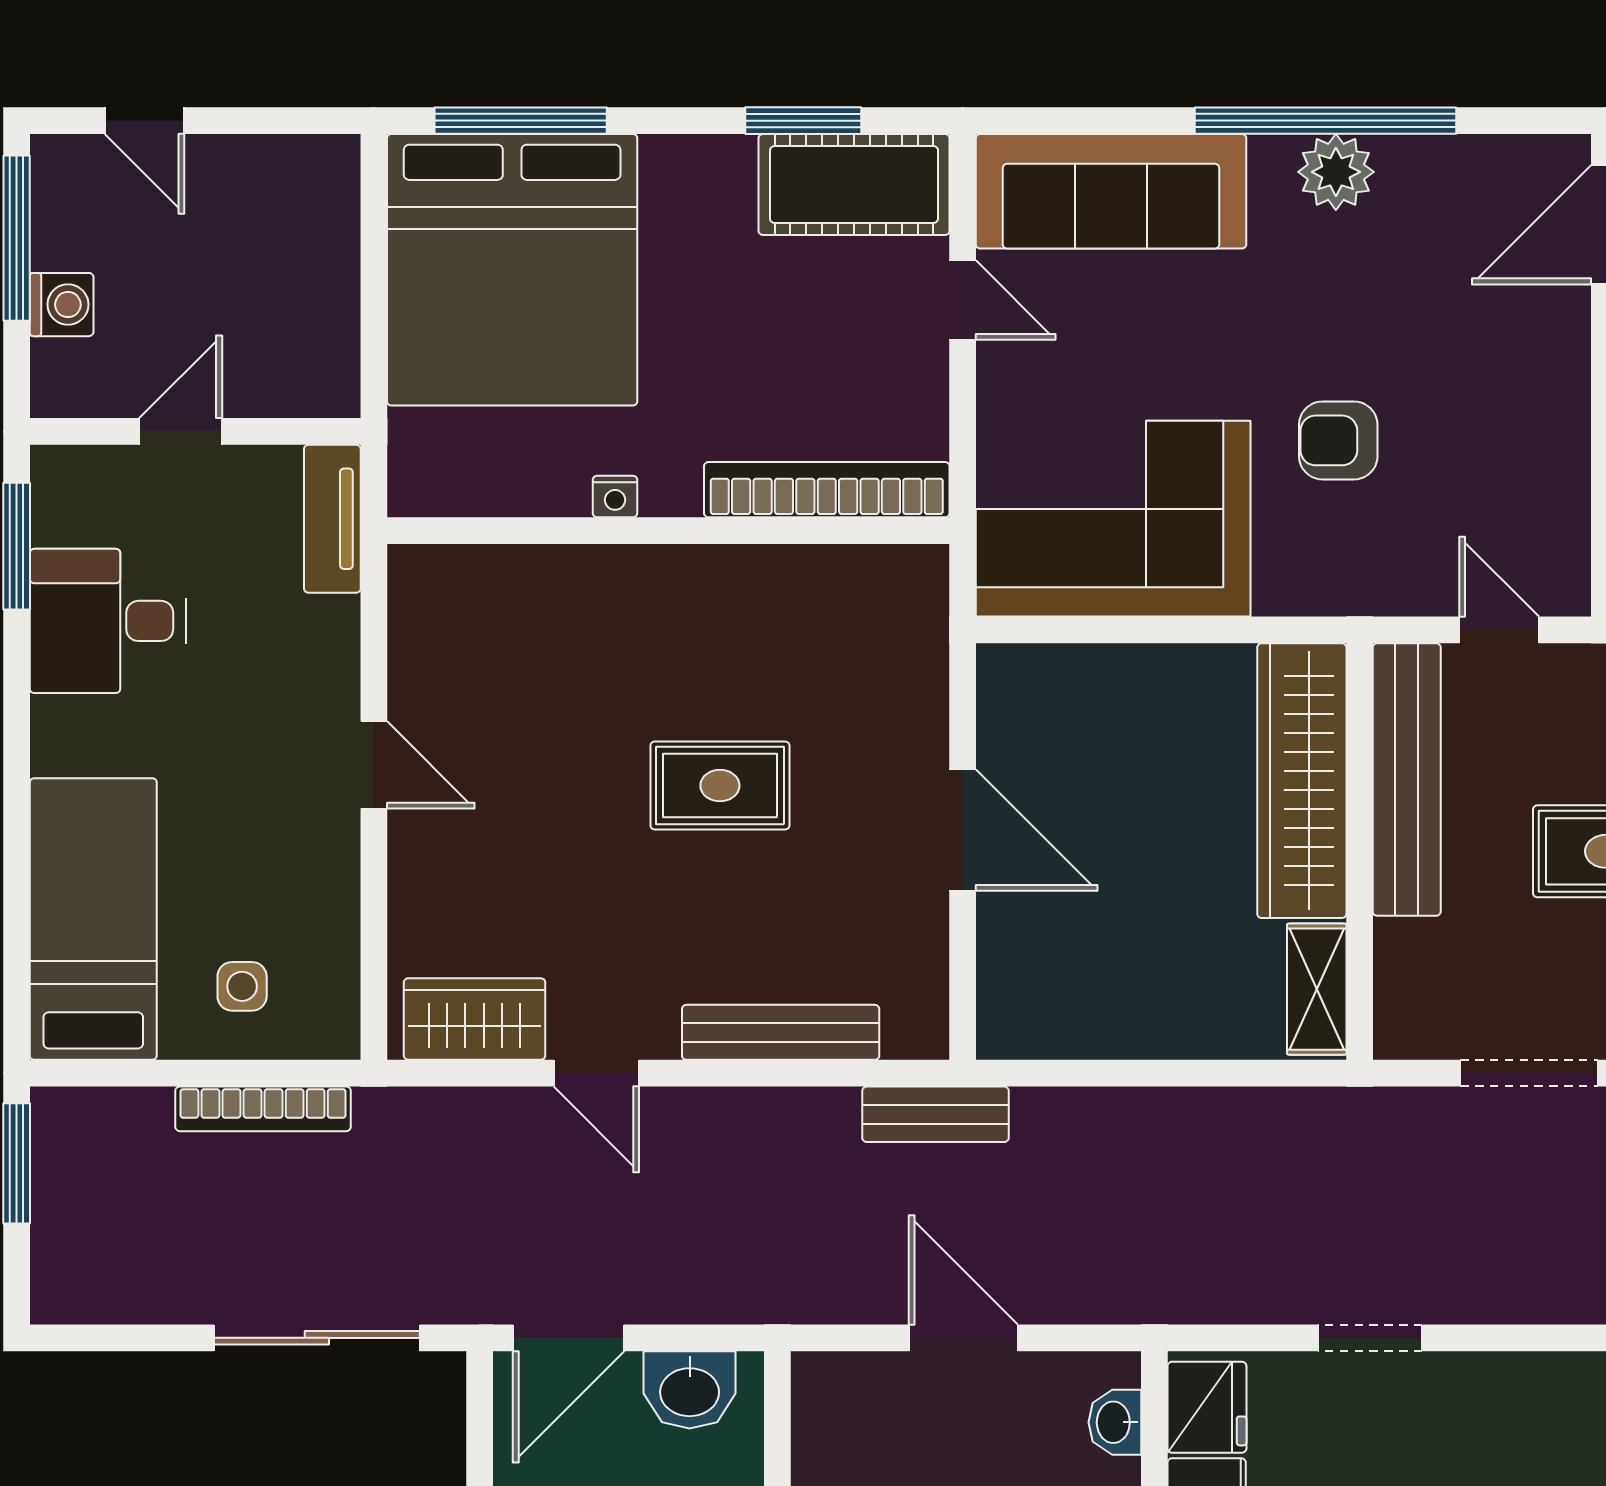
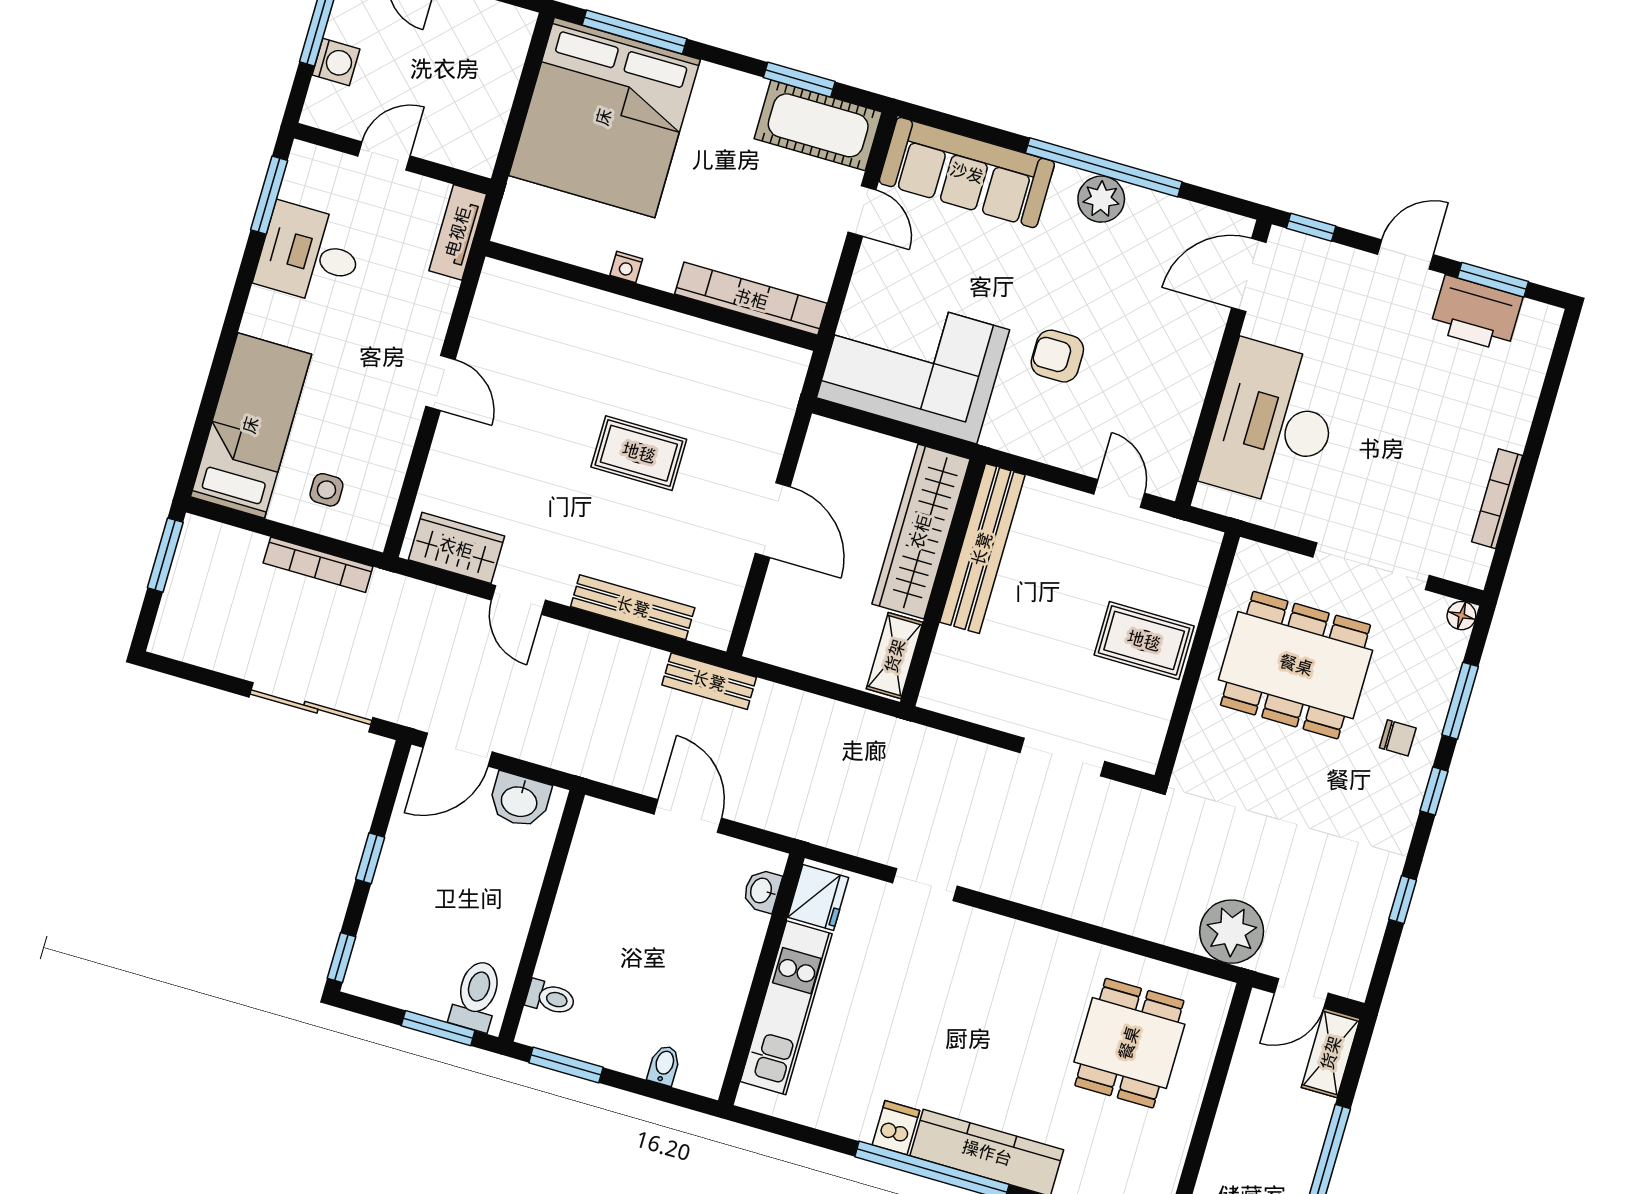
bench: (1407, 780) -> (982, 549), moved
wardrobe: (1302, 781) -> (921, 532), moved
wall: (1360, 852) -> (943, 583), moved
shelving: (1317, 989) -> (895, 656), moved

